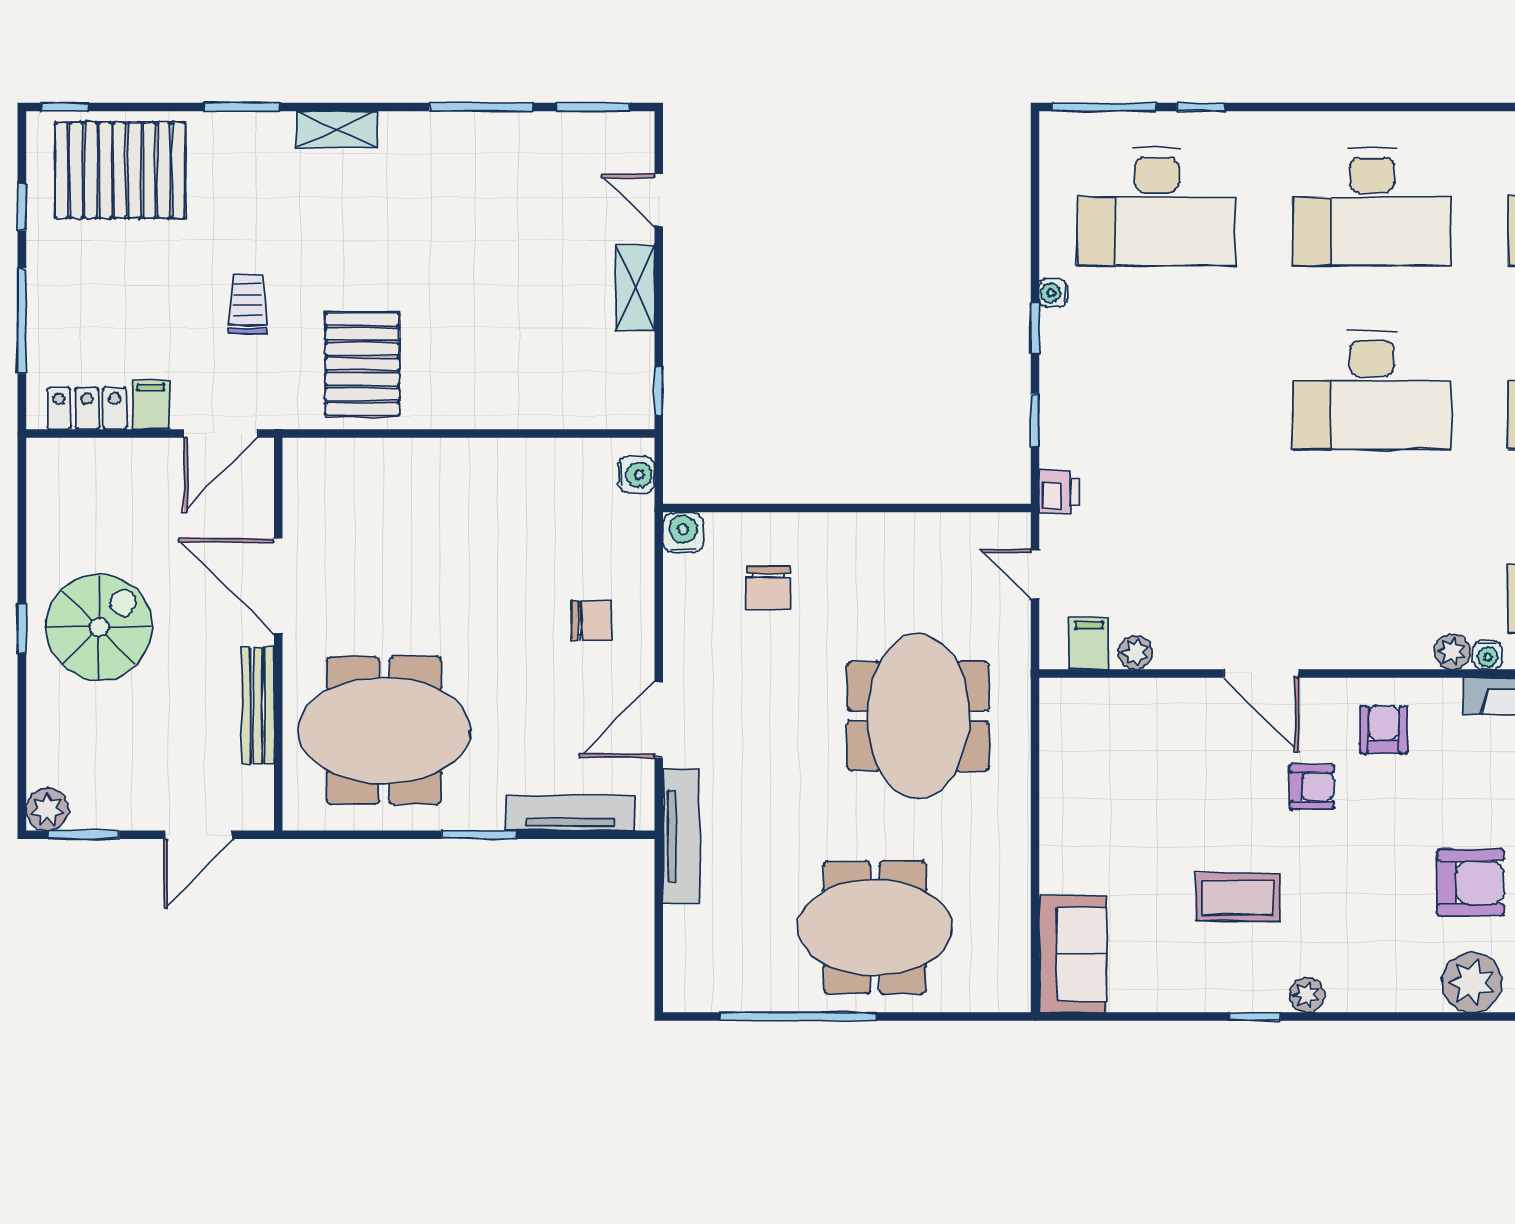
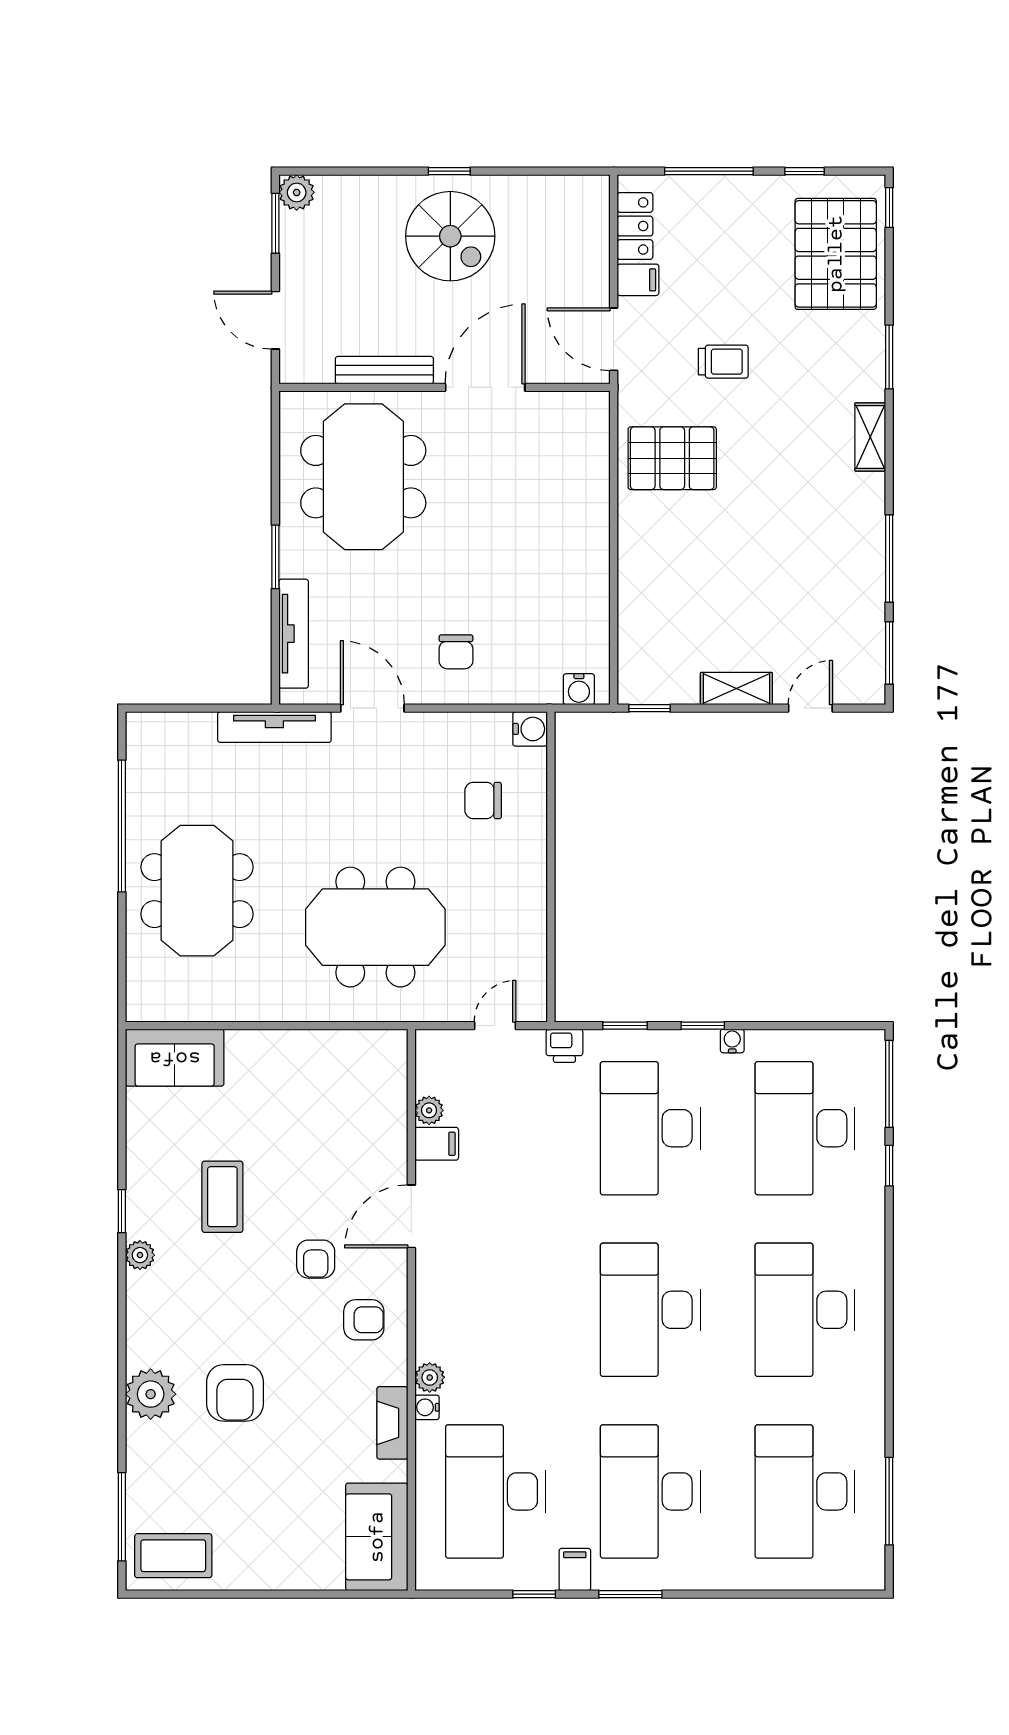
desk: (1157, 390) -> (650, 1128), added
filing cabinet: (1089, 643) -> (437, 1144), moved

